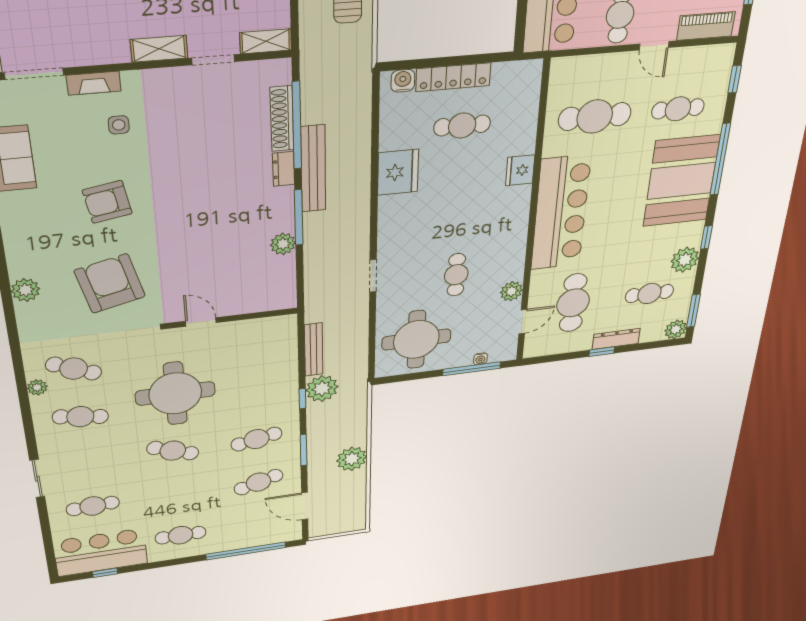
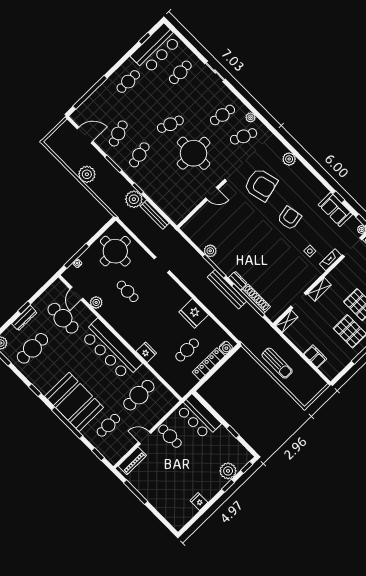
plant: (685, 260) -> (33, 374), removed
cafe table: (649, 294) -> (32, 348), width x1.37, depth x1.35

